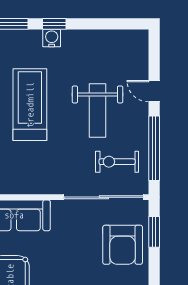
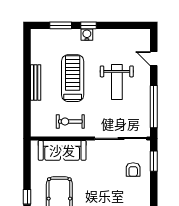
door: (154, 91) -> (154, 59), moved
exercise bike: (117, 162) -> (70, 121), moved
armchair: (123, 245) -> (133, 170), width x0.53, depth x0.53

